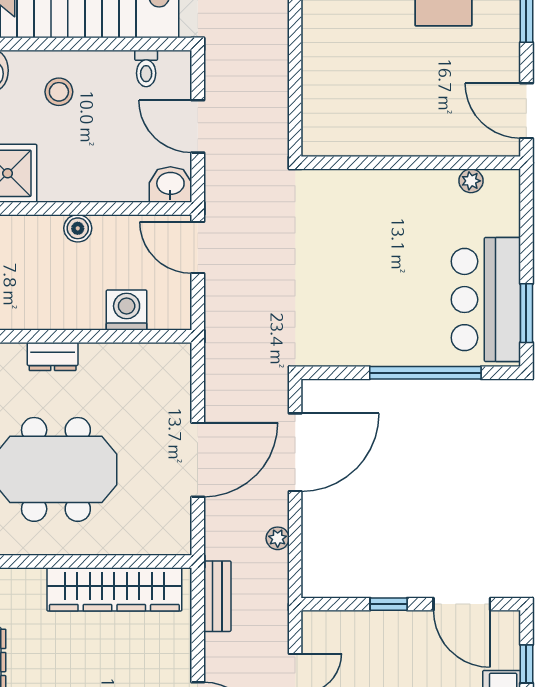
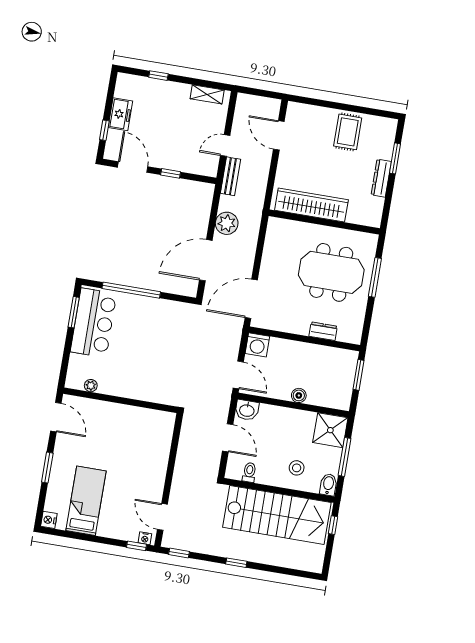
washing machine: (127, 310) -> (257, 345), moved
door: (198, 460) -> (251, 299), moved
plant: (278, 538) -> (227, 223), width x1.88, depth x1.88
bench: (217, 596) -> (230, 176), moved

